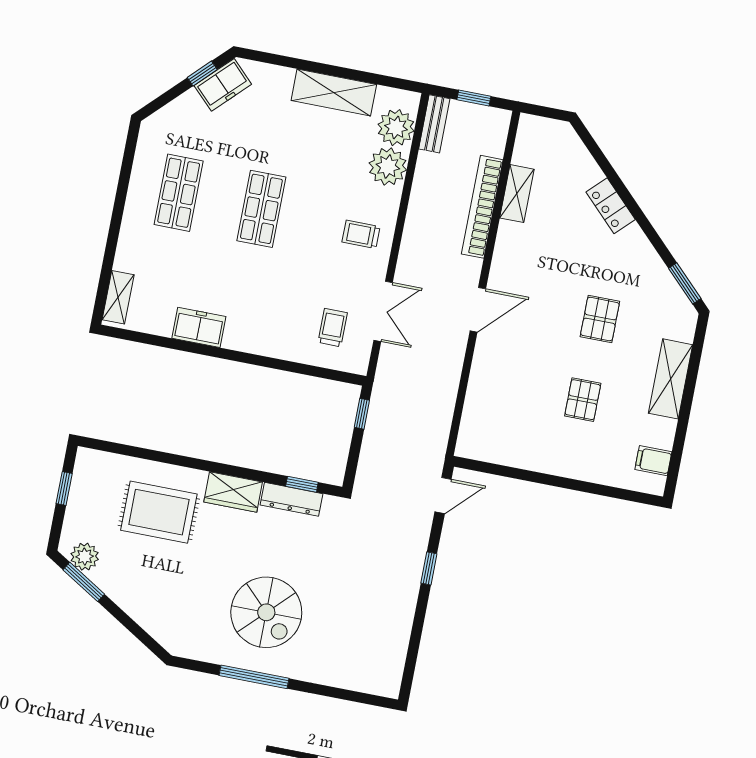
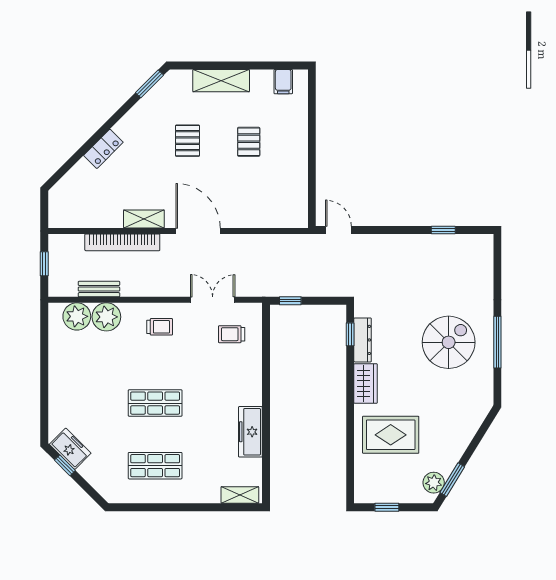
shelving: (334, 93) -> (60, 367), removed
bench: (434, 124) -> (99, 289), moved
shelving: (517, 194) -> (144, 219), moved
trolley: (361, 234) -> (160, 327), turned -90
door: (478, 310) -> (198, 231), width x1.36
pallet: (600, 319) -> (187, 141), turned 90
freezer: (199, 327) -> (250, 432), width x1.40
pallet: (583, 400) -> (249, 142), turned 90
rug: (159, 512) -> (391, 435), turned 90
window: (429, 568) -> (443, 230), moved

